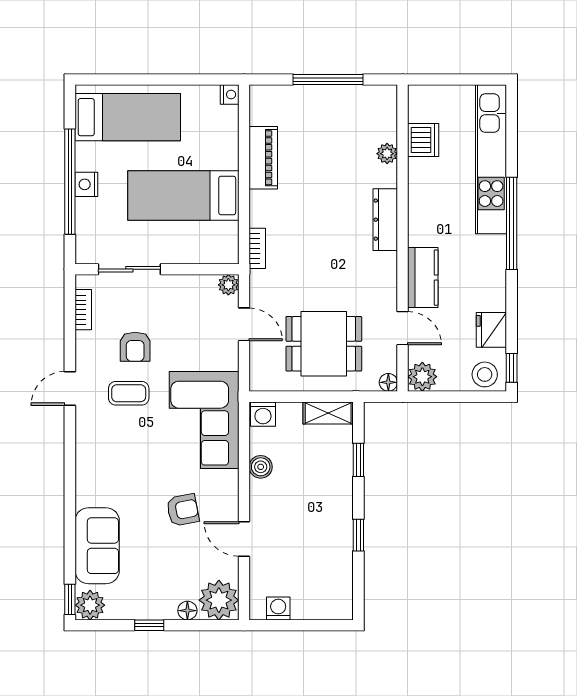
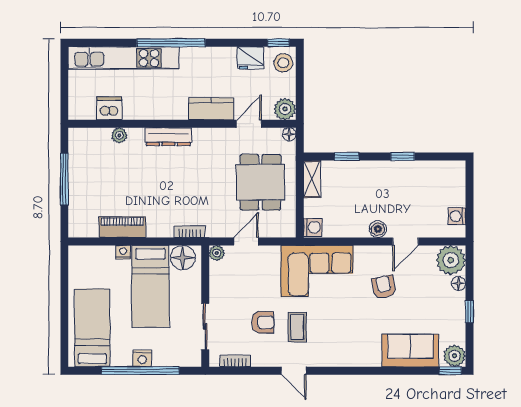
nightstand: (230, 95) -> (123, 252), moved
floor lamp: (222, 239) -> (183, 258), added
boiler: (261, 467) -> (378, 229), moved

